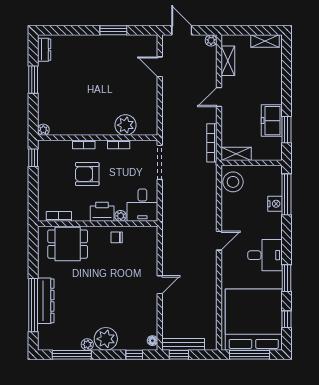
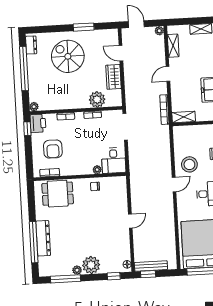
spiral stairs: (91, 67) -> (68, 56), added
window: (33, 80) -> (24, 69), width x2.11
wardrobe: (148, 97) -> (113, 77), added
armchair: (87, 174) -> (53, 149), moved, turned -90
stool: (233, 182) -> (189, 164), moved
printer: (102, 212) -> (38, 123), moved, turned 90

